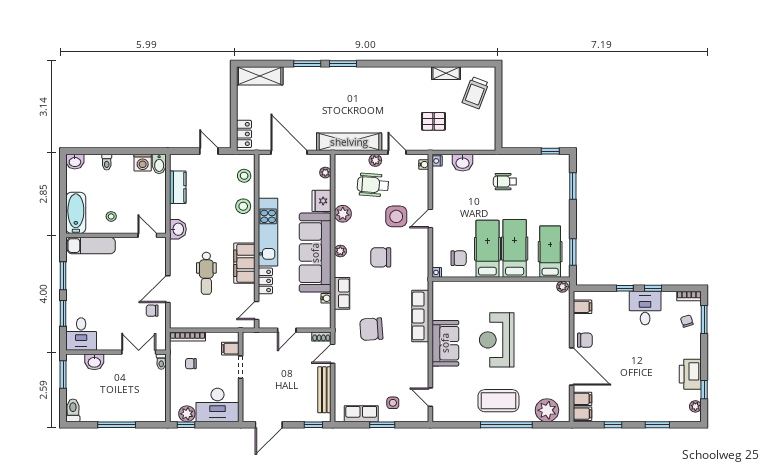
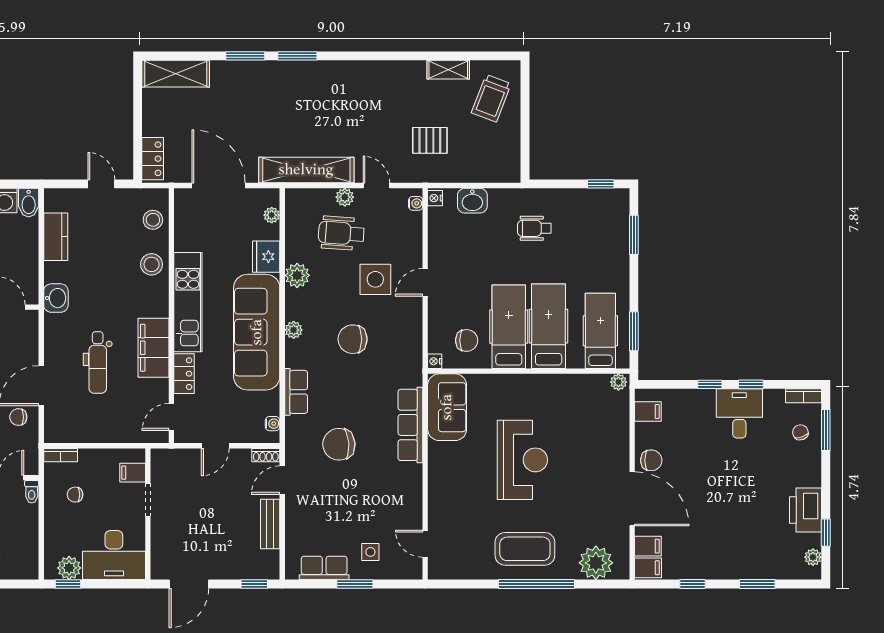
water cooler: (326, 298) -> (273, 424), moved
bookcase: (187, 337) -> (61, 455), width x0.64
reception desk: (497, 340) -> (522, 460), turned 180
sofa: (445, 343) -> (447, 407), moved
bench: (324, 390) -> (270, 524), width x0.73

